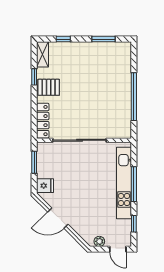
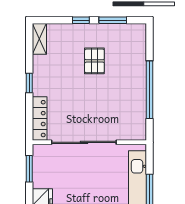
window: (63, 39) -> (81, 20), moved
window: (34, 77) -> (29, 83), moved
pallet: (49, 87) -> (94, 61), moved, turned 90

